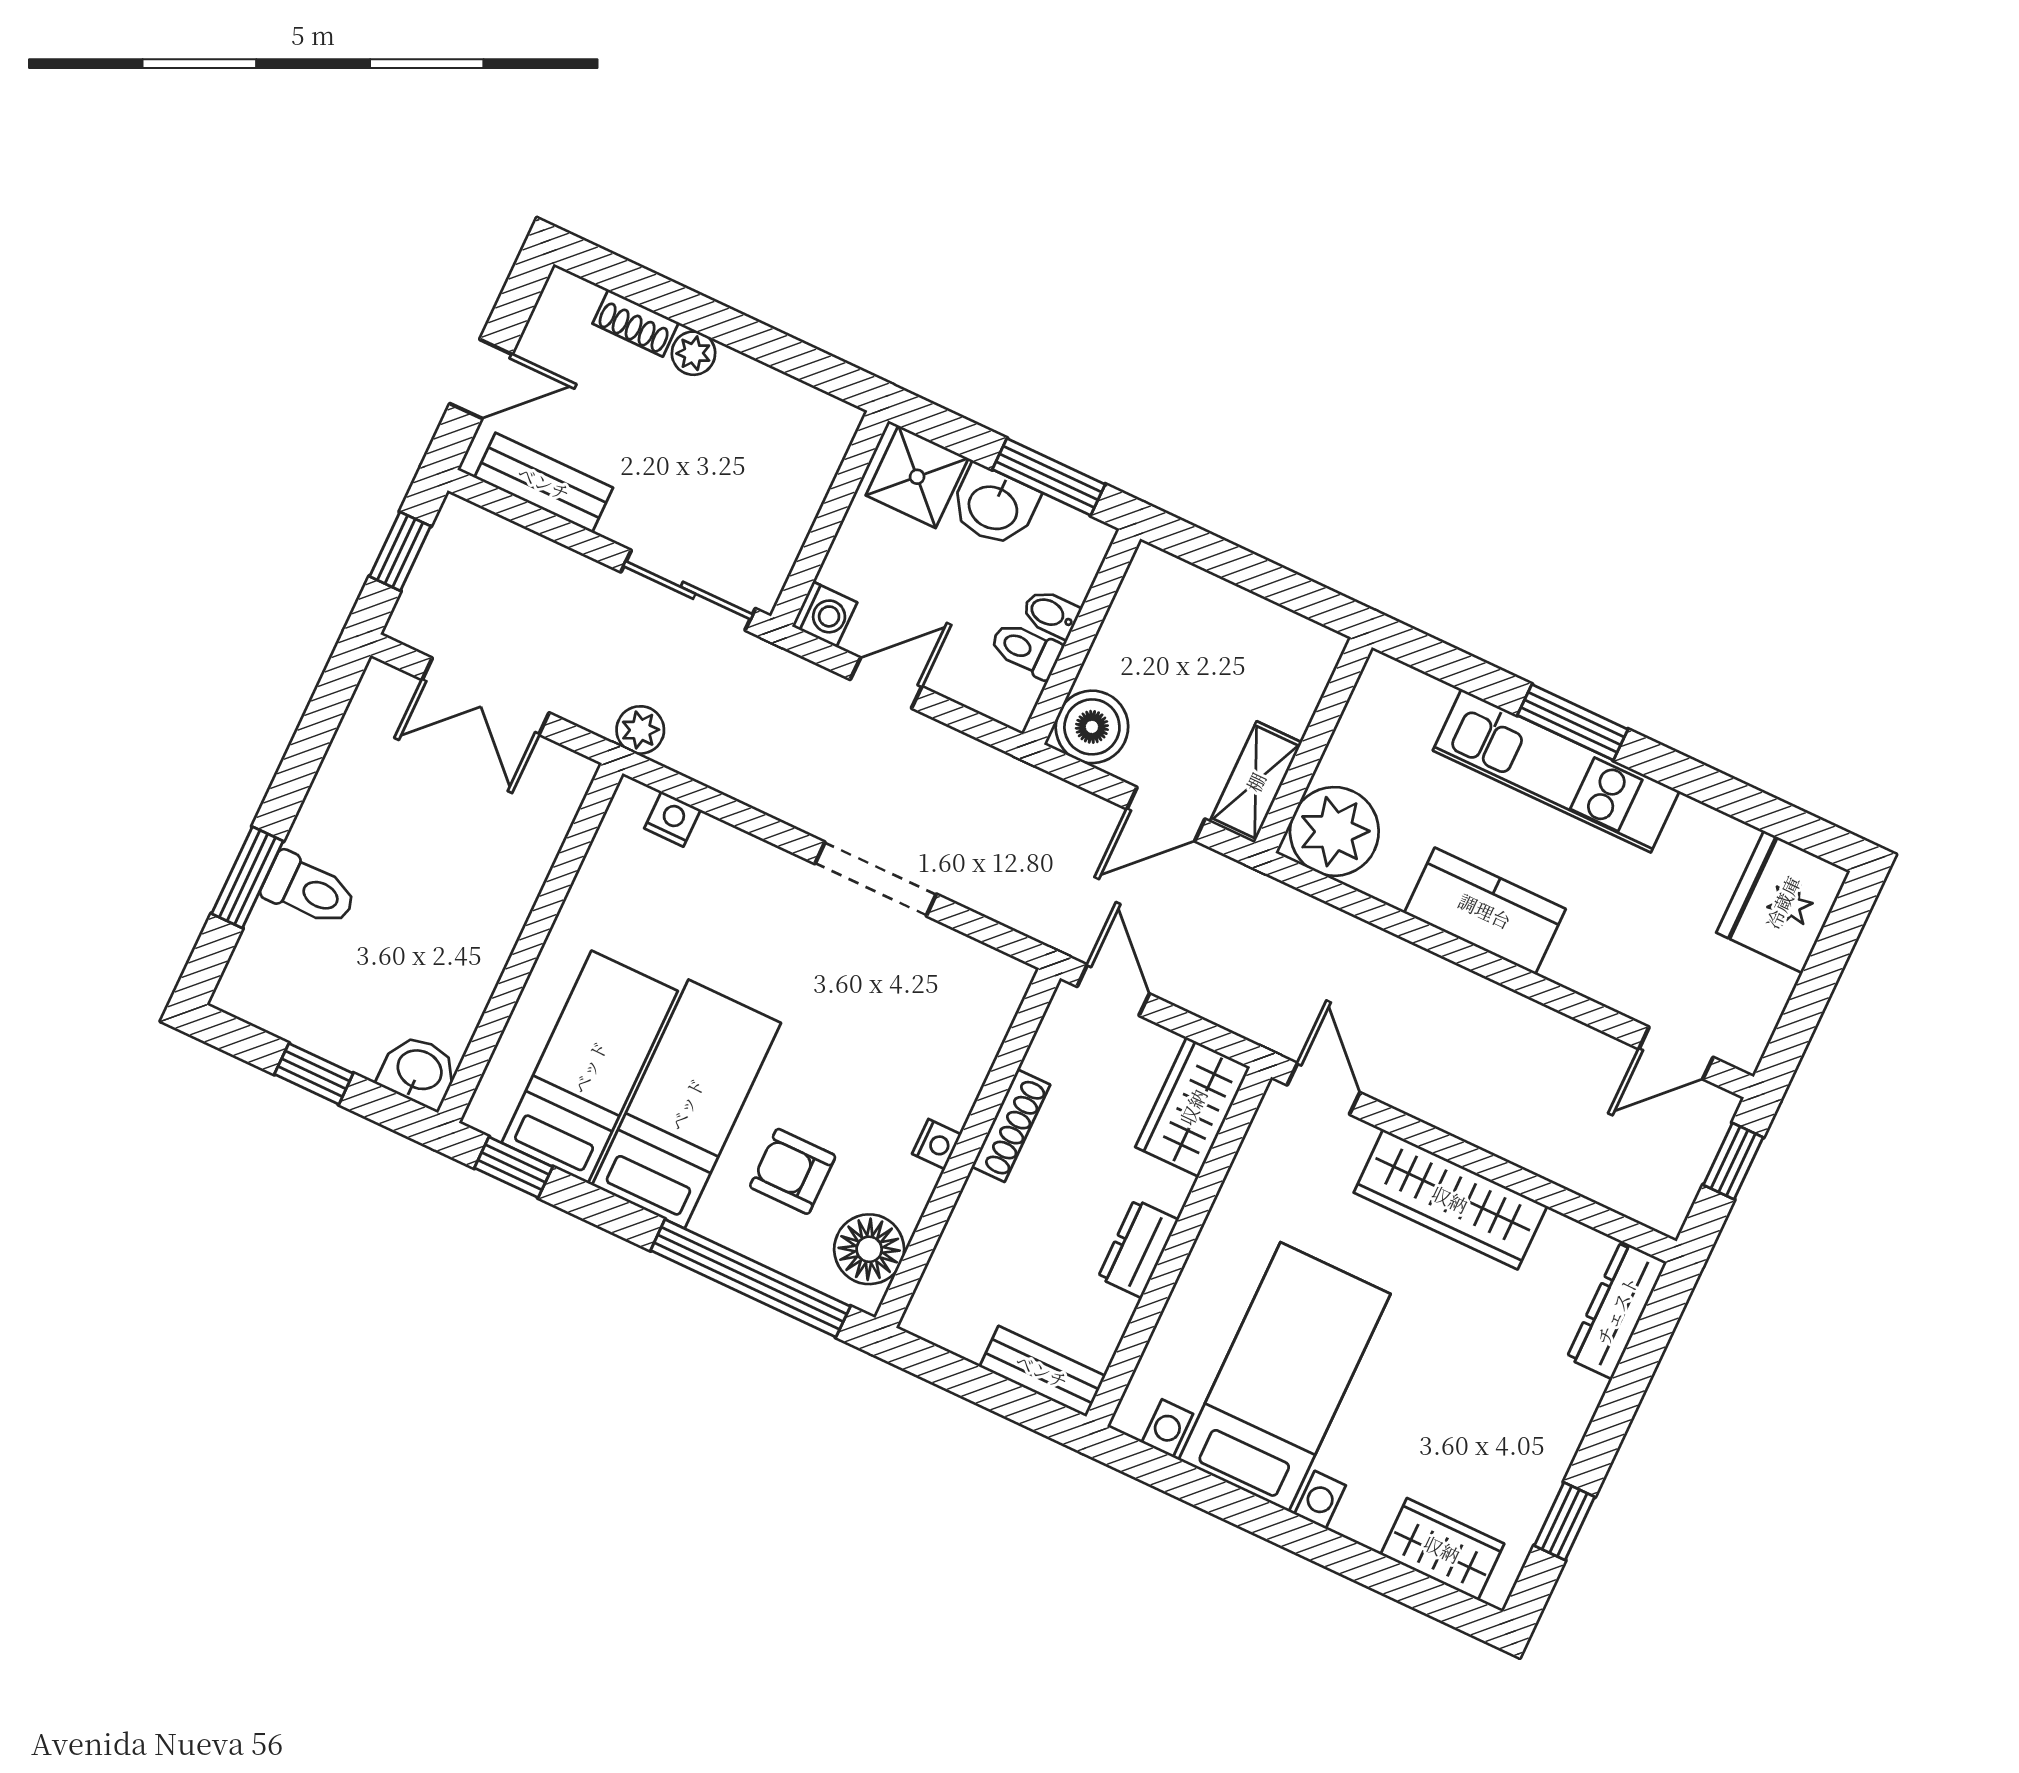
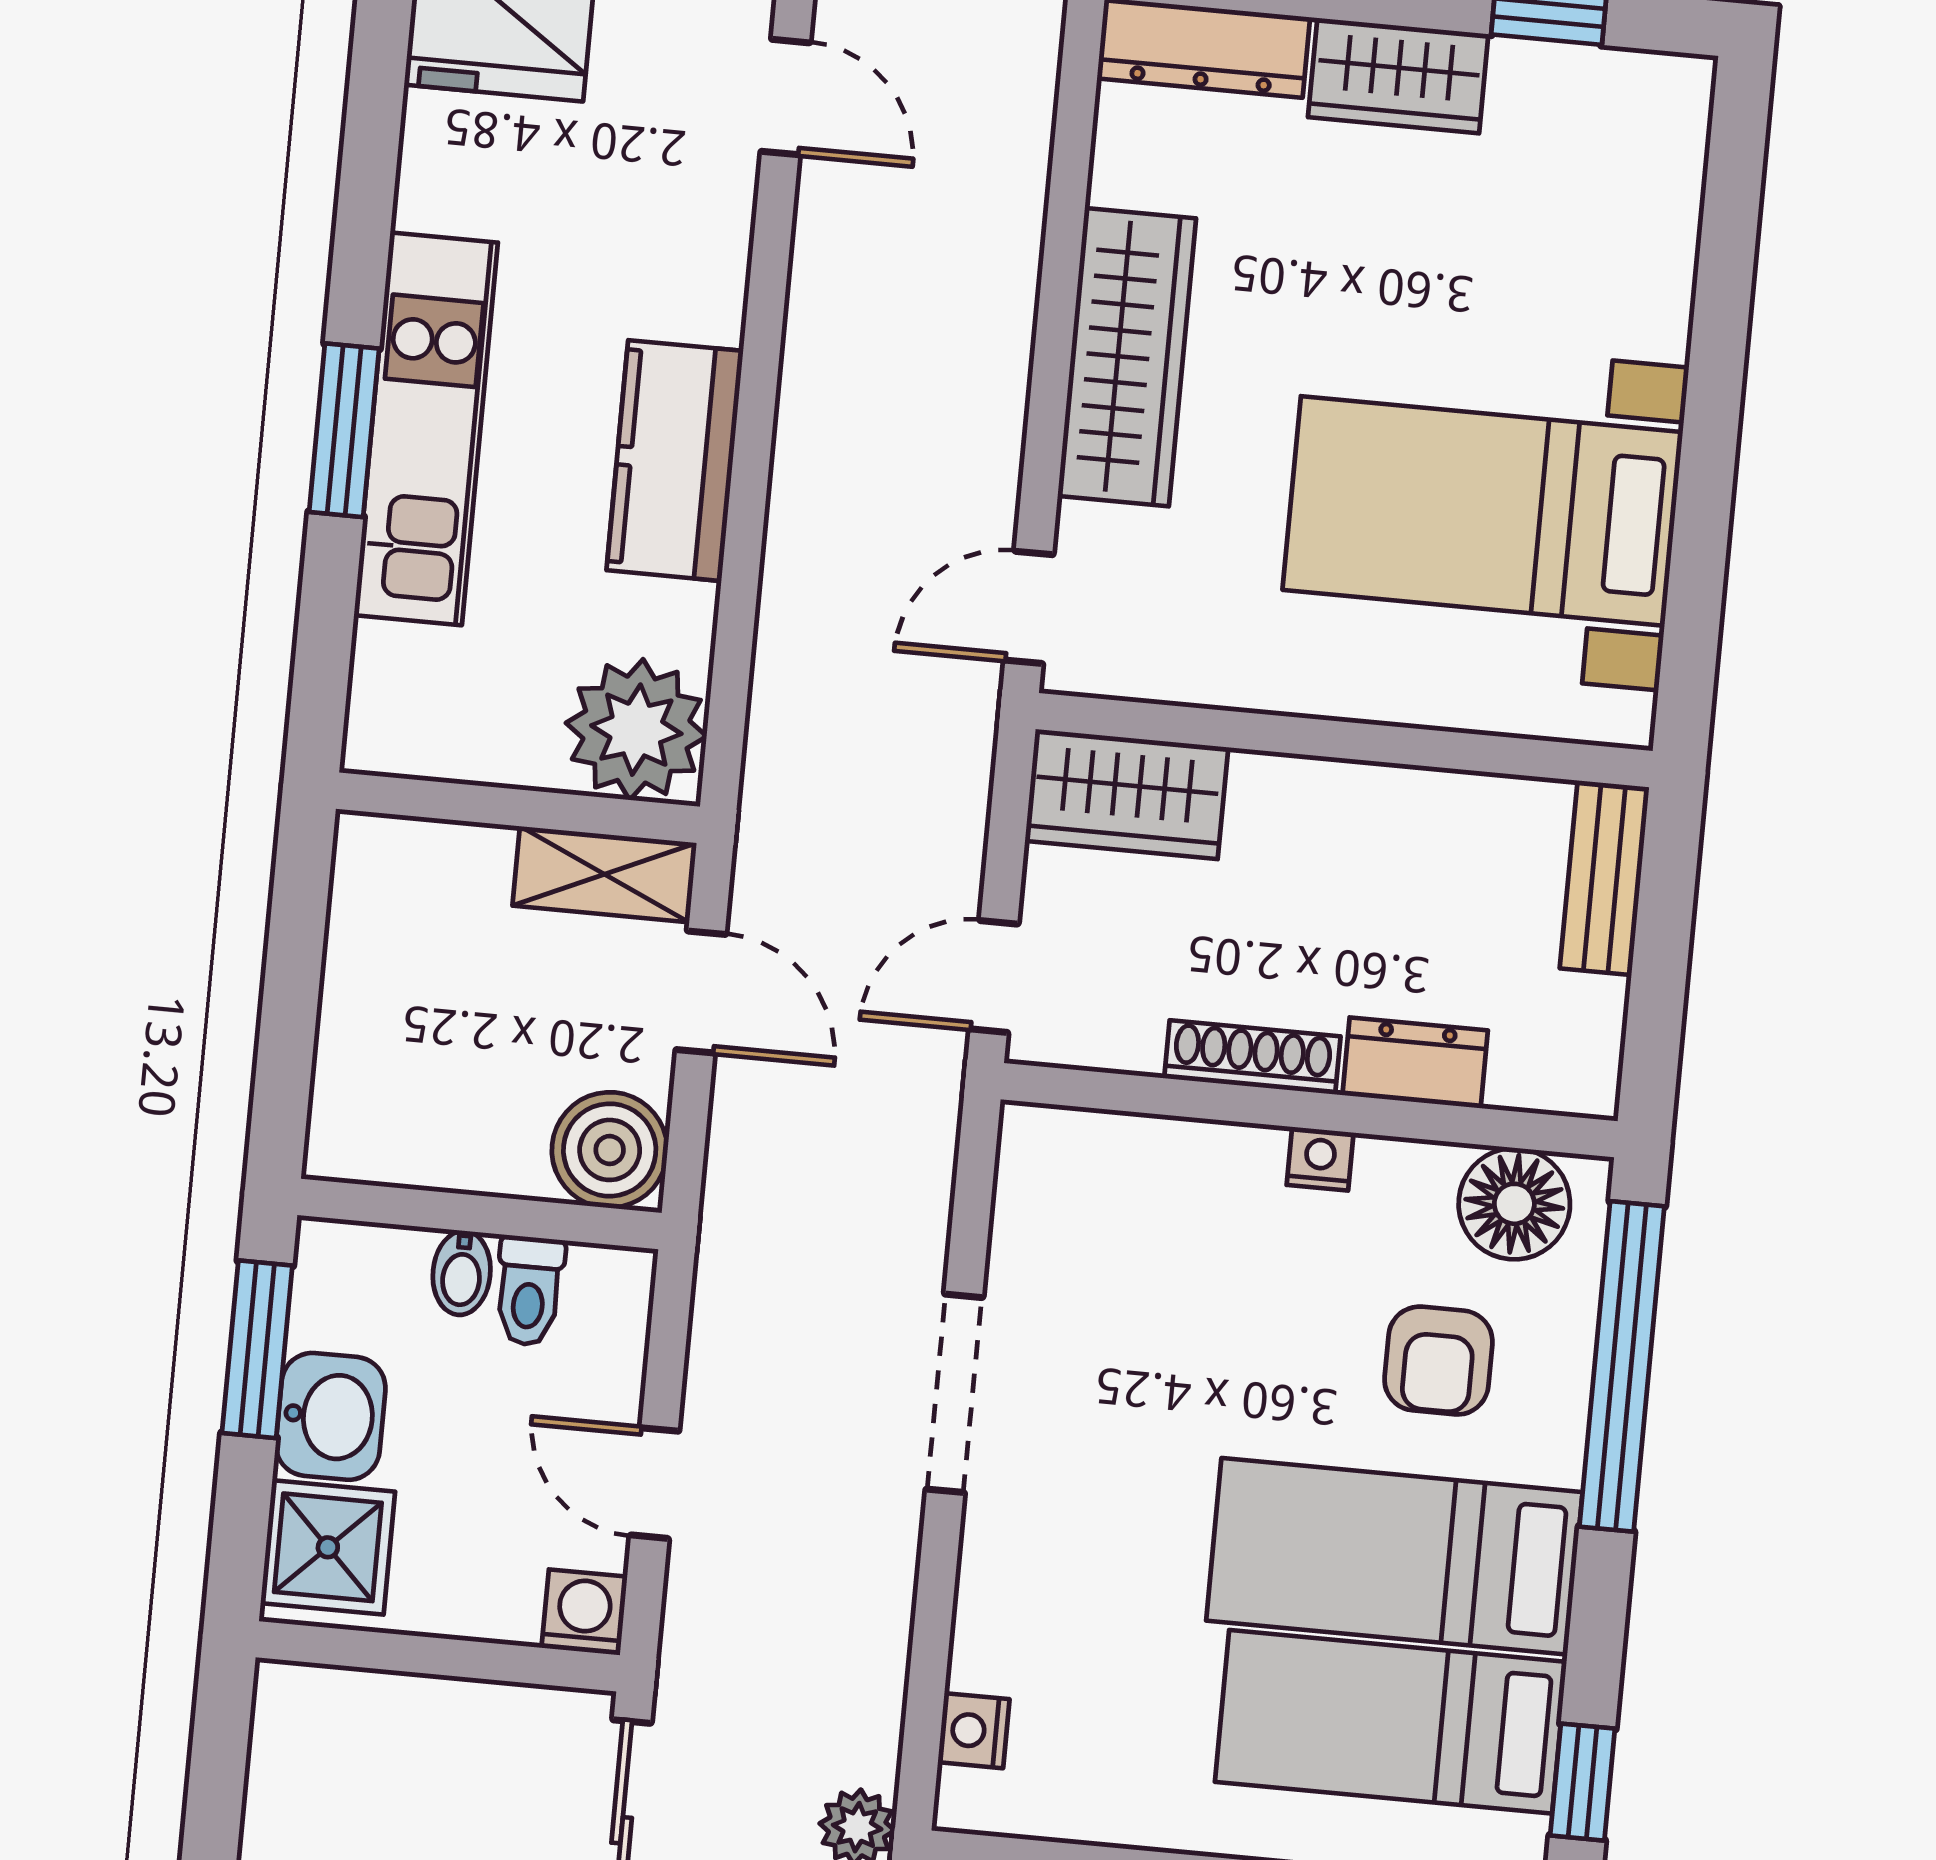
dresser: (1138, 1249) -> (1415, 1063), moved, turned 180
wardrobe: (1442, 1549) -> (1398, 76), moved, turned -90

